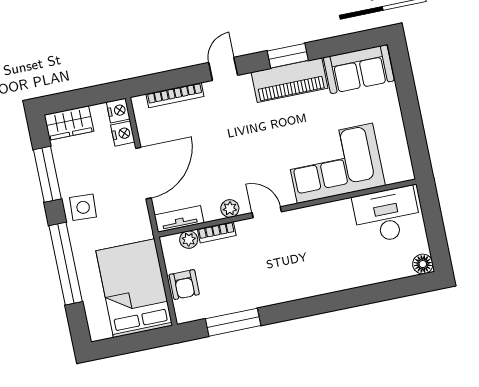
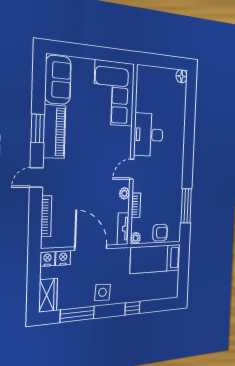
door: (223, 69) -> (36, 178), hinge flipped
corner sofa: (335, 163) -> (114, 93), moved
desk: (387, 215) -> (149, 135), moved
plant: (189, 240) -> (136, 238), moved
window: (66, 264) -> (132, 308), width x0.32
bed: (134, 288) -> (155, 259), width x0.67

